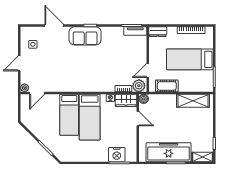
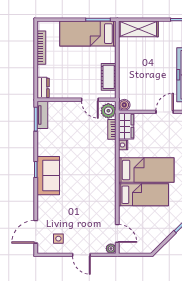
door: (54, 26) -> (36, 232), moved
bed: (190, 59) -> (88, 34), moved, turned 90
shelving: (193, 101) -> (138, 29), moved, turned 90
door: (138, 119) -> (165, 112), moved

